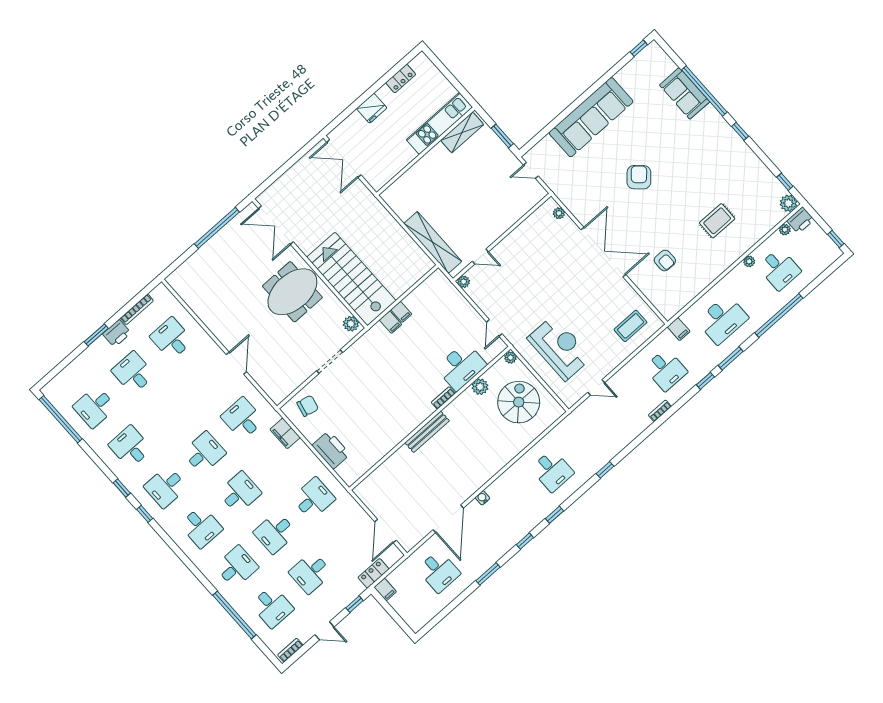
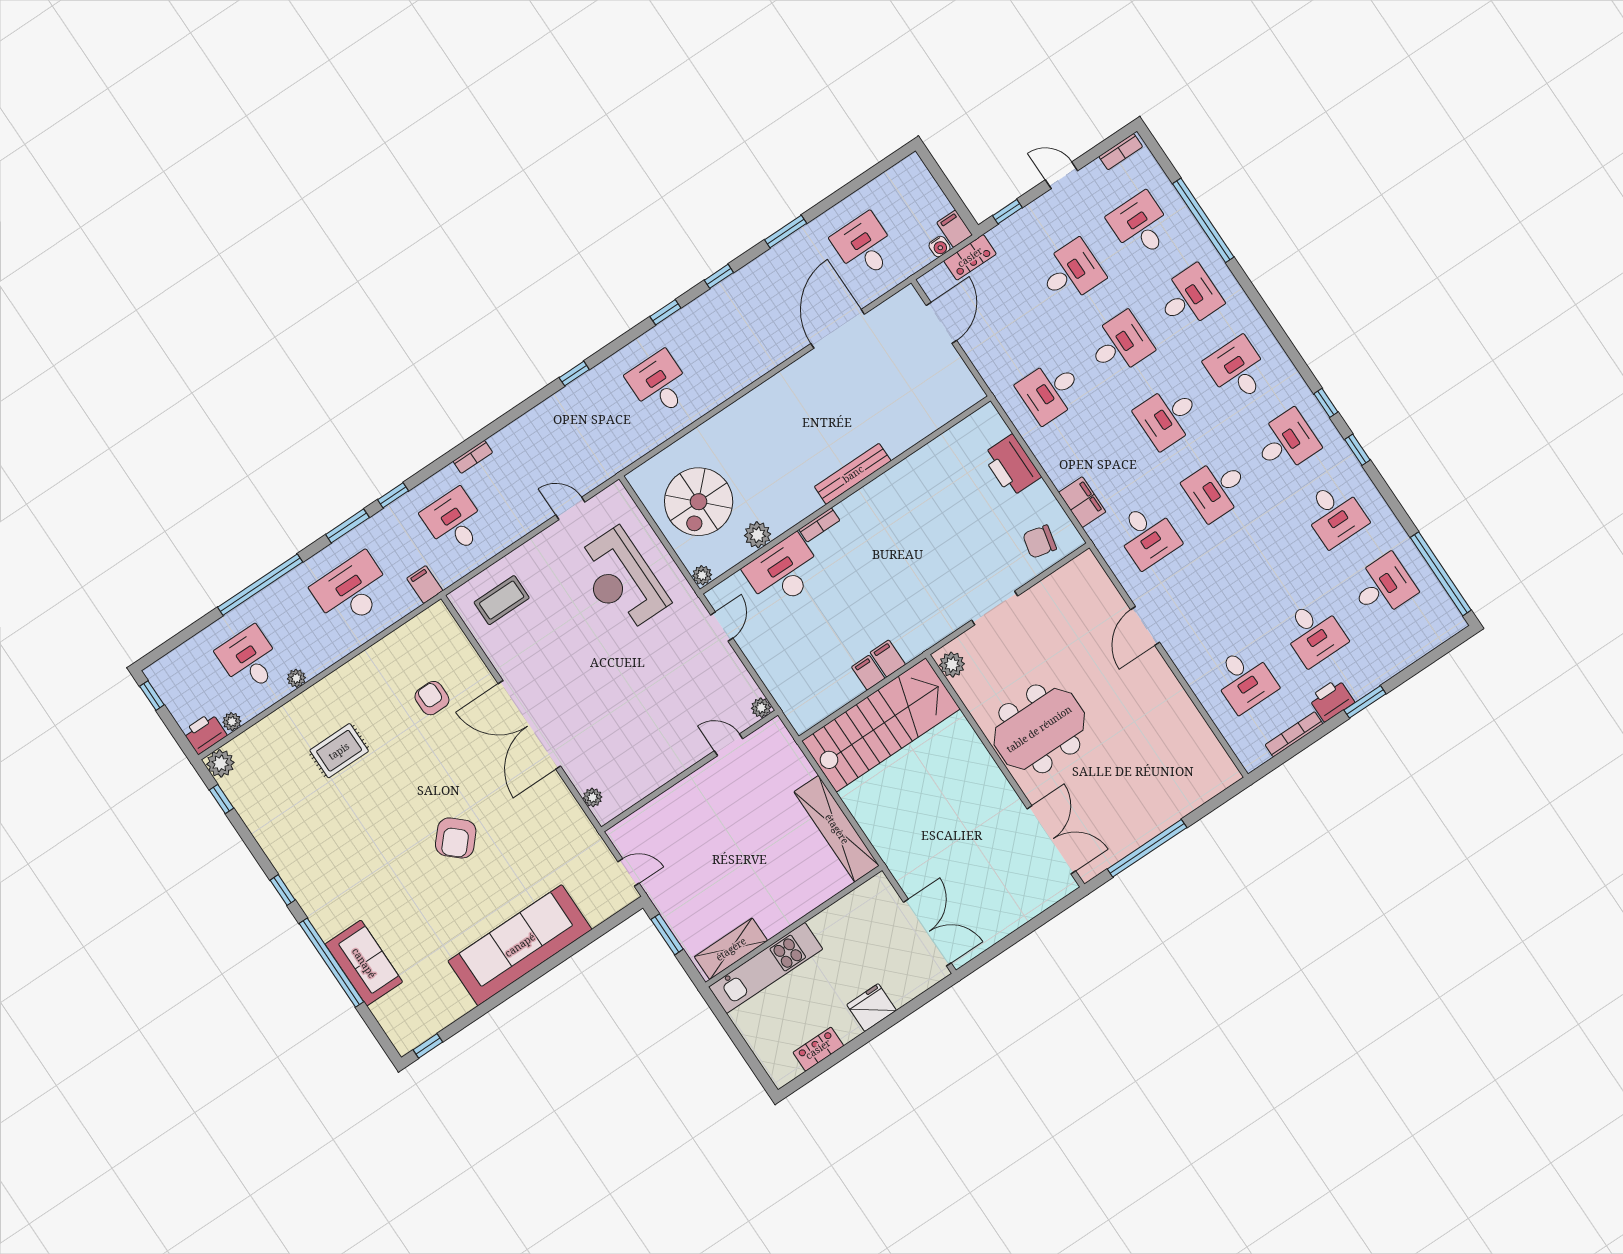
shelving: (433, 242) -> (837, 829), moved
stairs: (351, 279) -> (881, 725), moved, turned -90
water cooler: (482, 498) -> (940, 247), moved
desk: (237, 567) -> (1189, 298), turned 180

